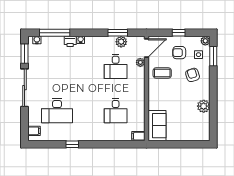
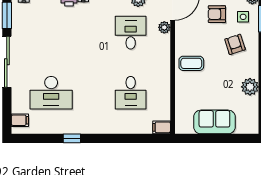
desk: (116, 66) -> (131, 33), turned 180
coffee table: (162, 73) -> (191, 63), moved
sofa: (157, 126) -> (214, 122), moved, turned -90

